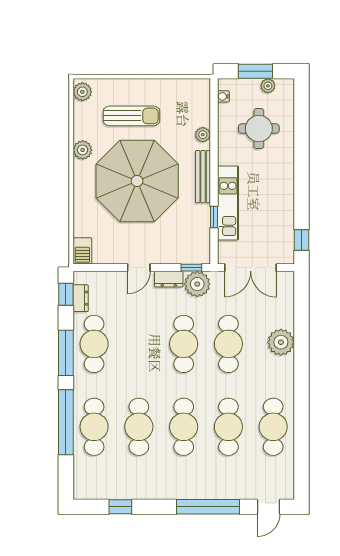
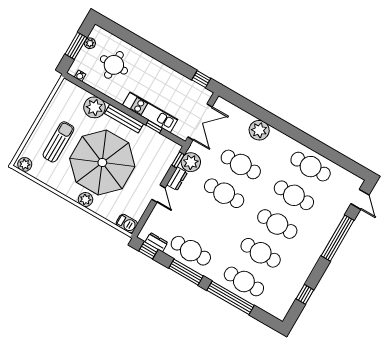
plant: (203, 135) -> (94, 107), width x1.88, depth x1.88
plant: (83, 150) -> (85, 199), moved

